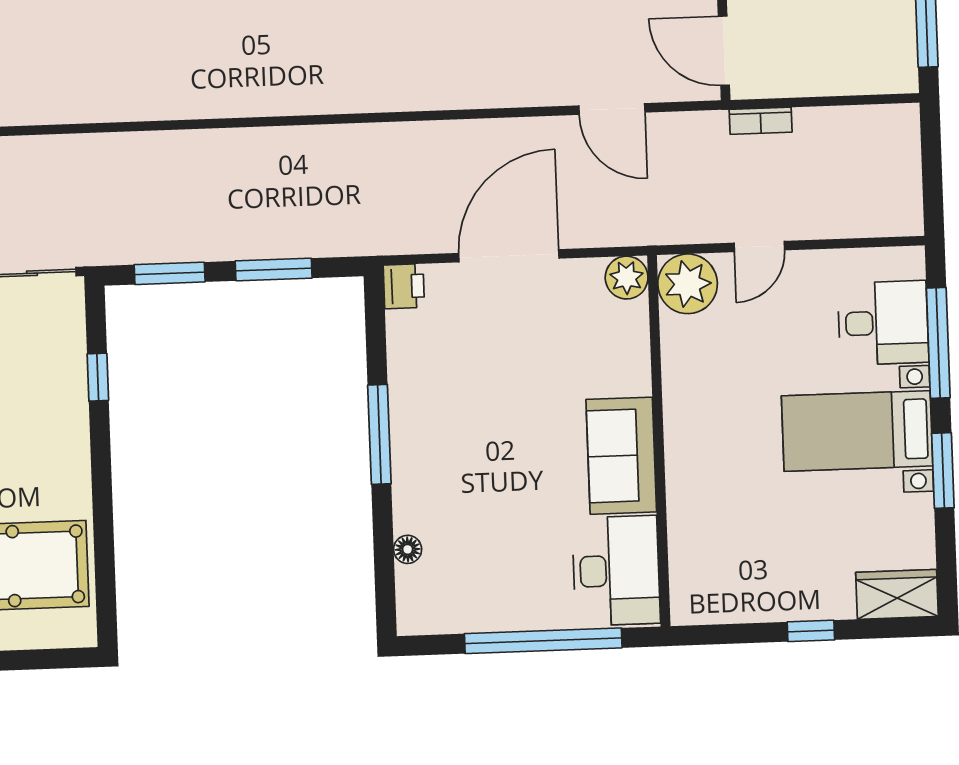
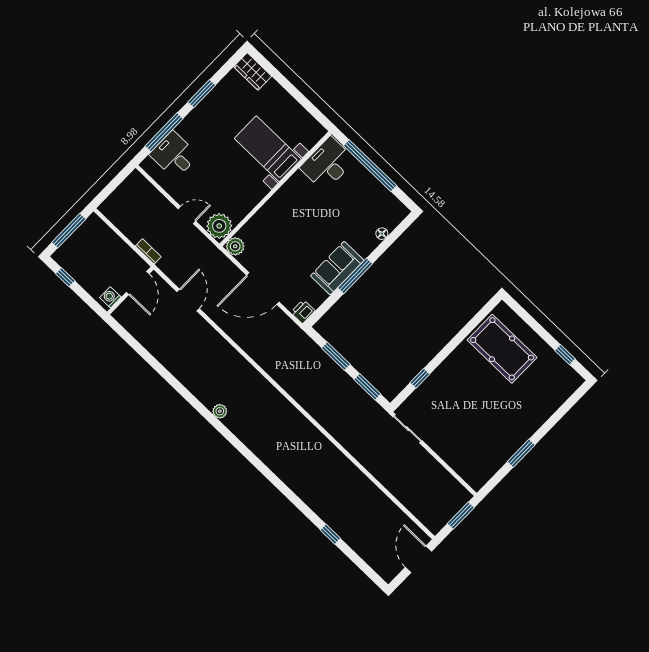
bed with nightstands: (857, 431) -> (268, 149), moved, turned 180
sofa: (621, 456) -> (337, 268), moved, turned 180
window: (811, 631) -> (289, 87), removed

